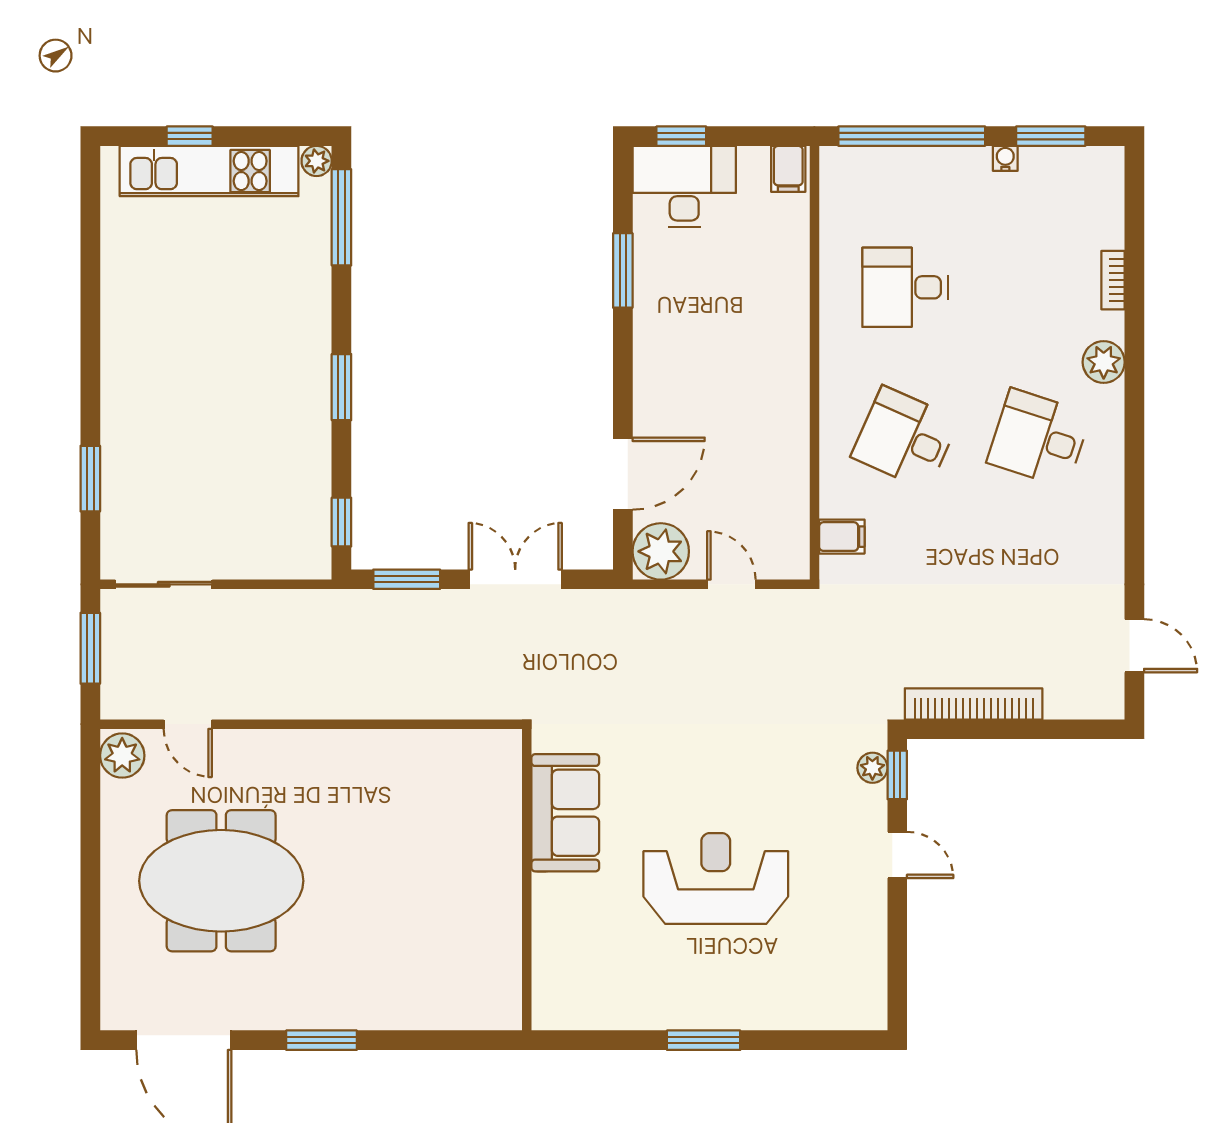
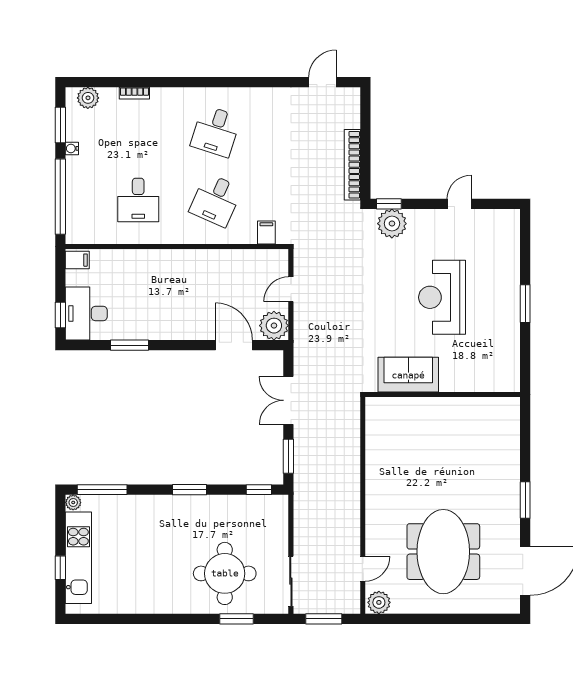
plant: (1104, 362) -> (88, 98), moved
round table: (179, 456) -> (225, 573), added
plant: (872, 768) -> (392, 224), width x1.88, depth x1.88
door: (897, 855) -> (459, 204), moved

